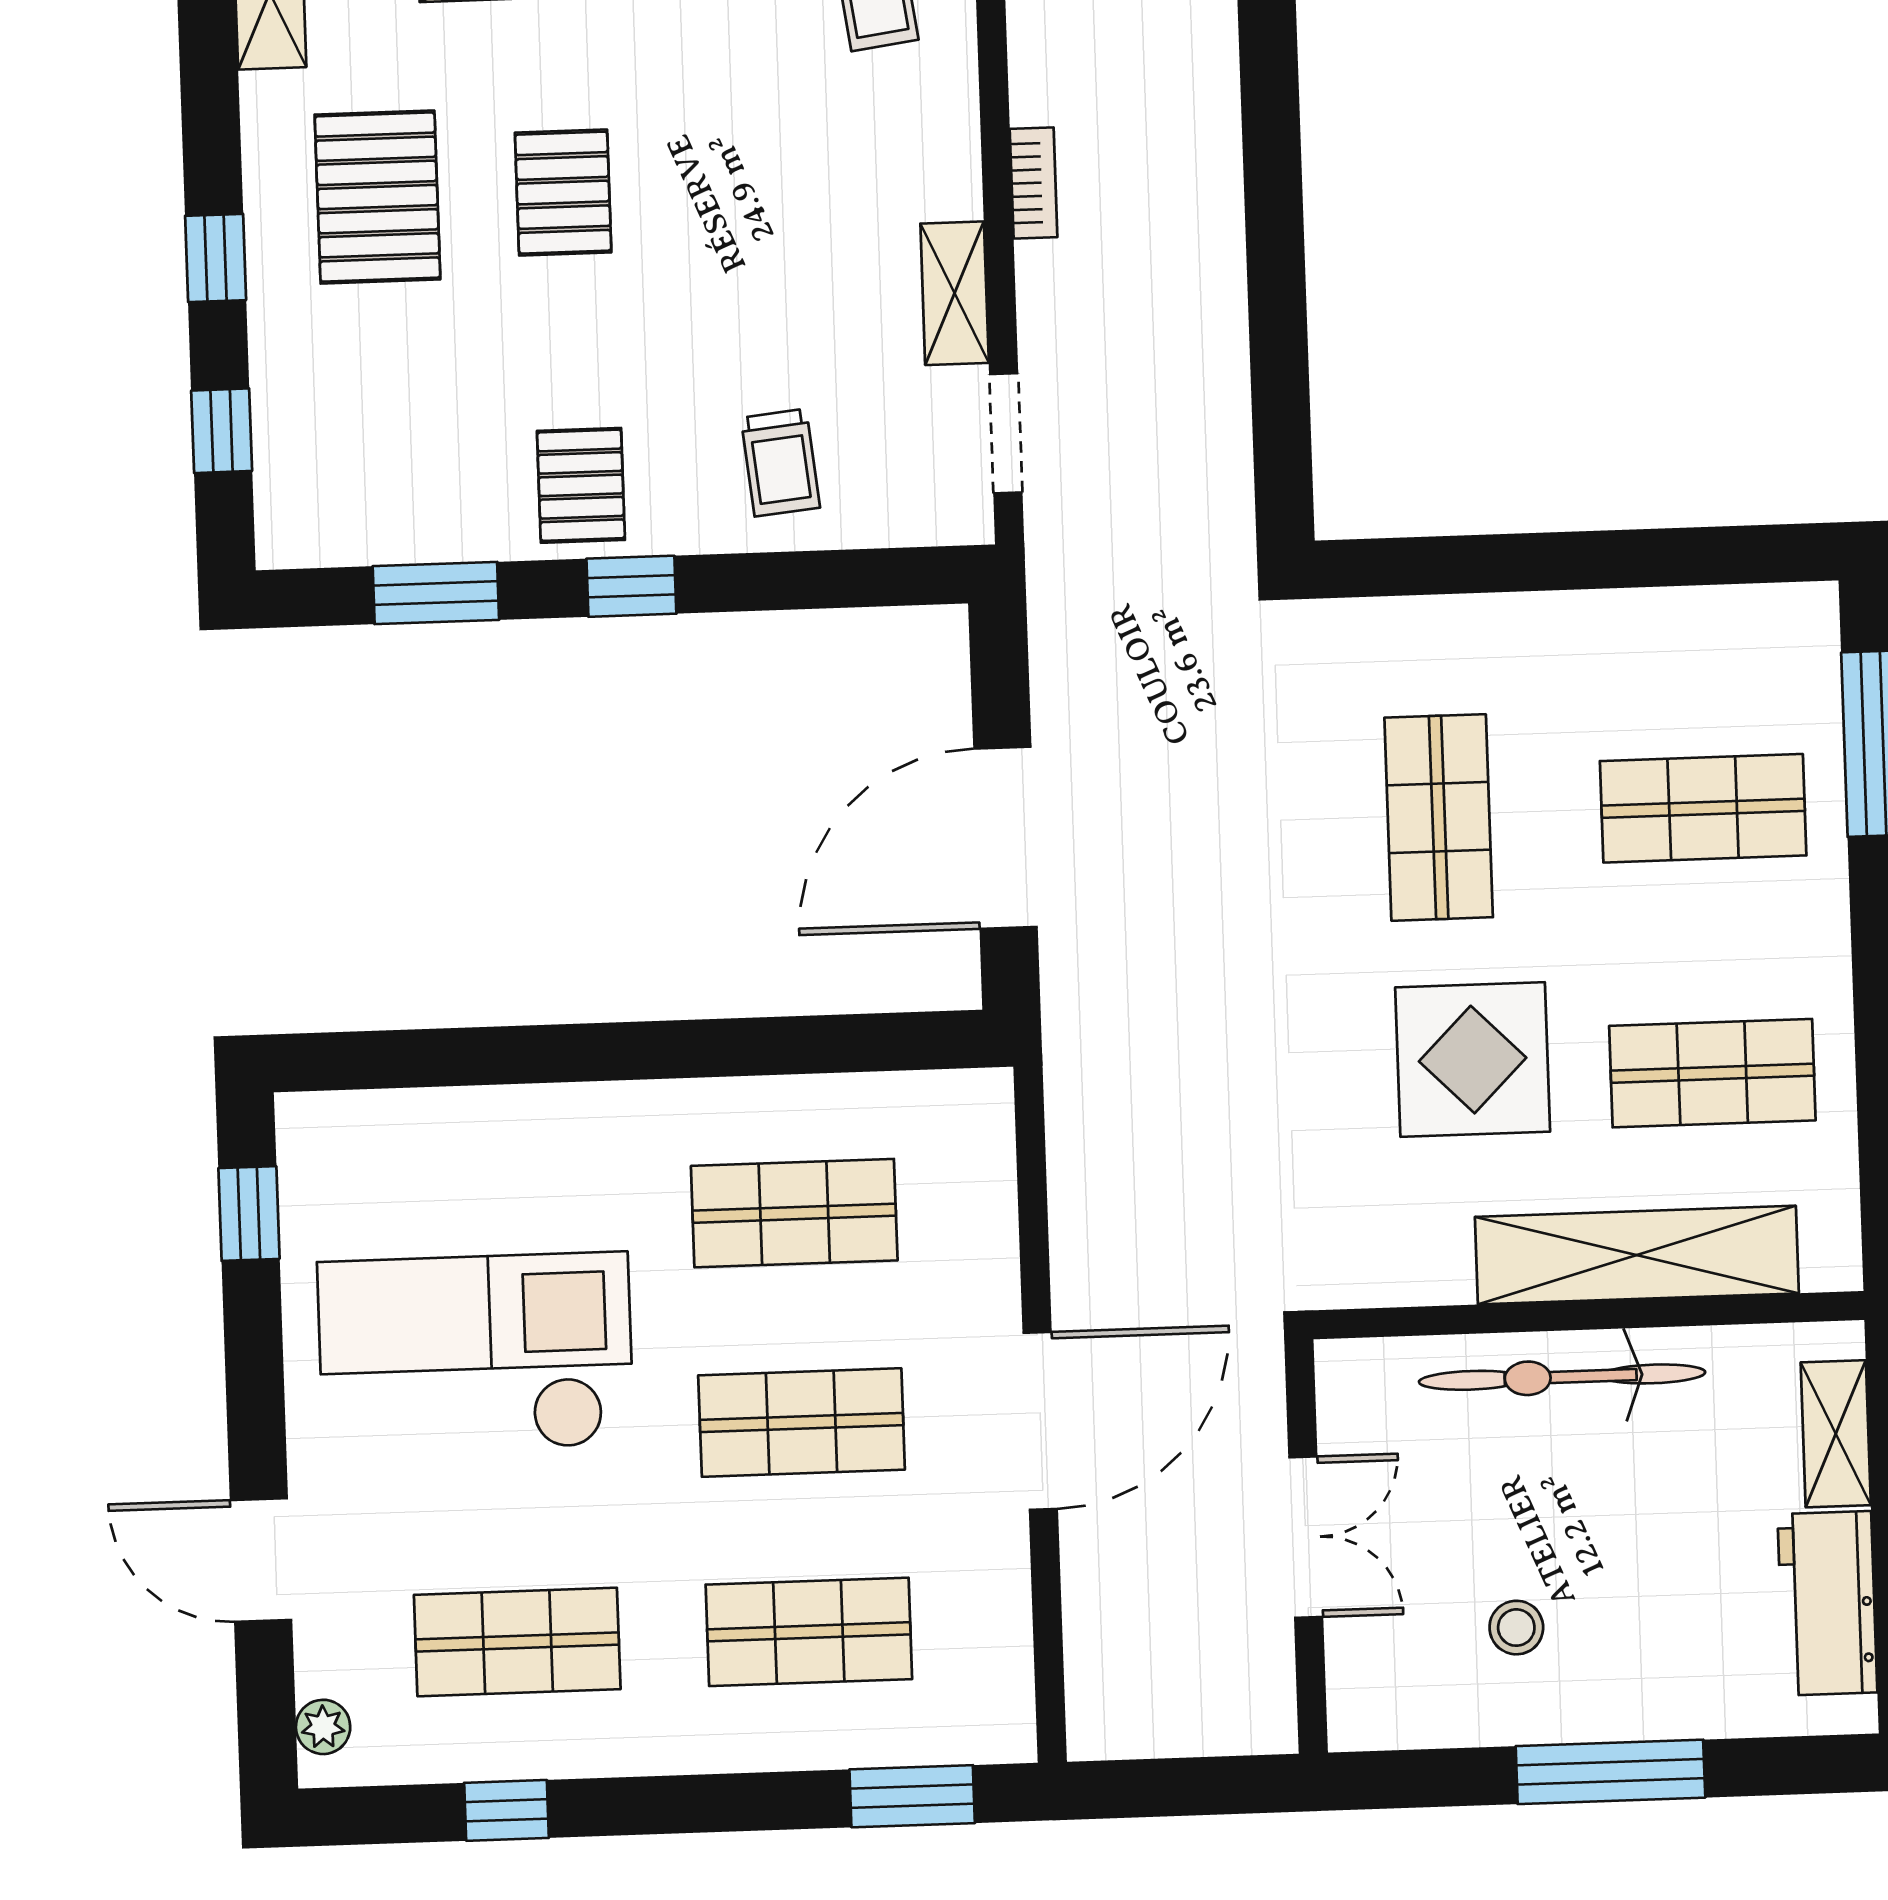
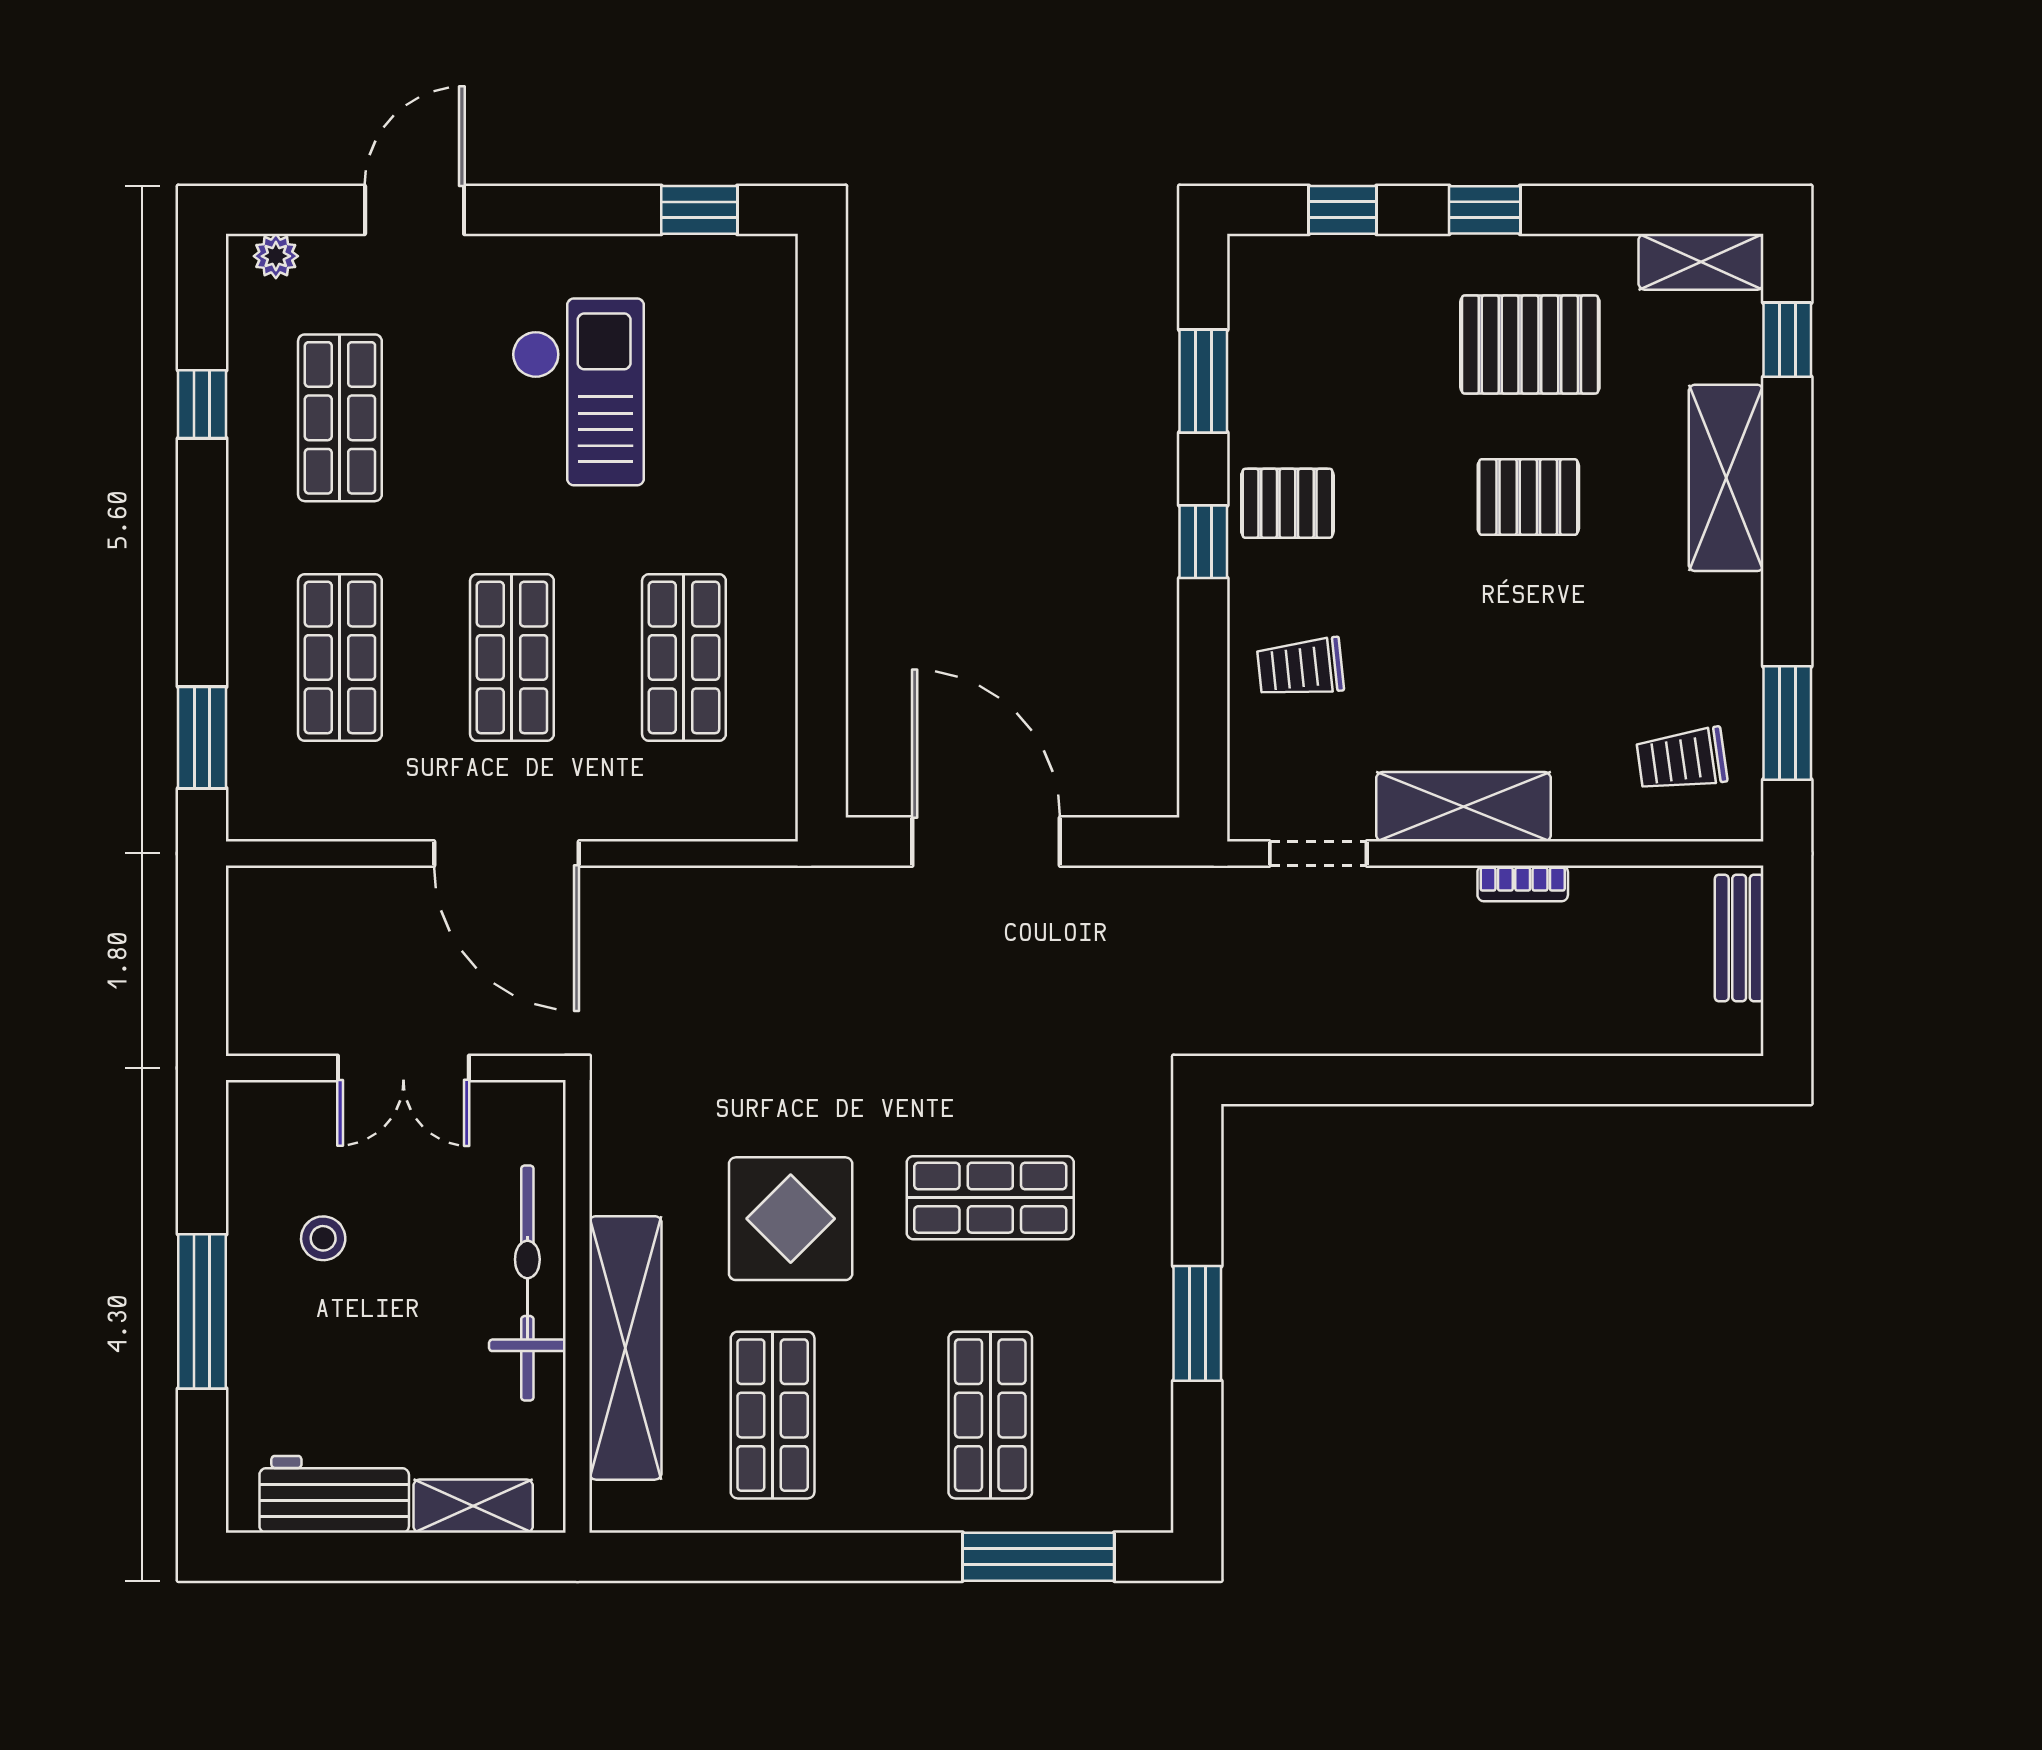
shelving: (955, 293) -> (1464, 807), width x1.50, depth x1.33
window: (1583, 560) -> (1197, 1323), added
checkout: (476, 1354) -> (578, 392), width x0.73, depth x0.83

